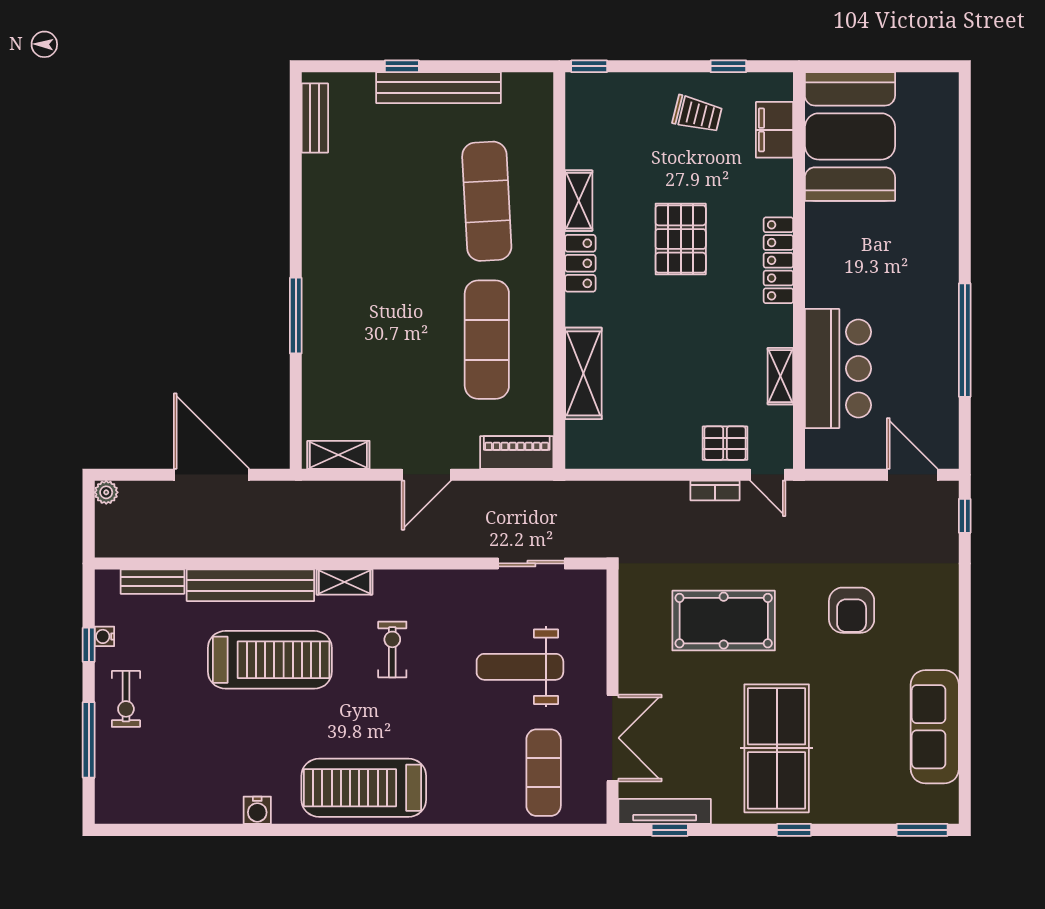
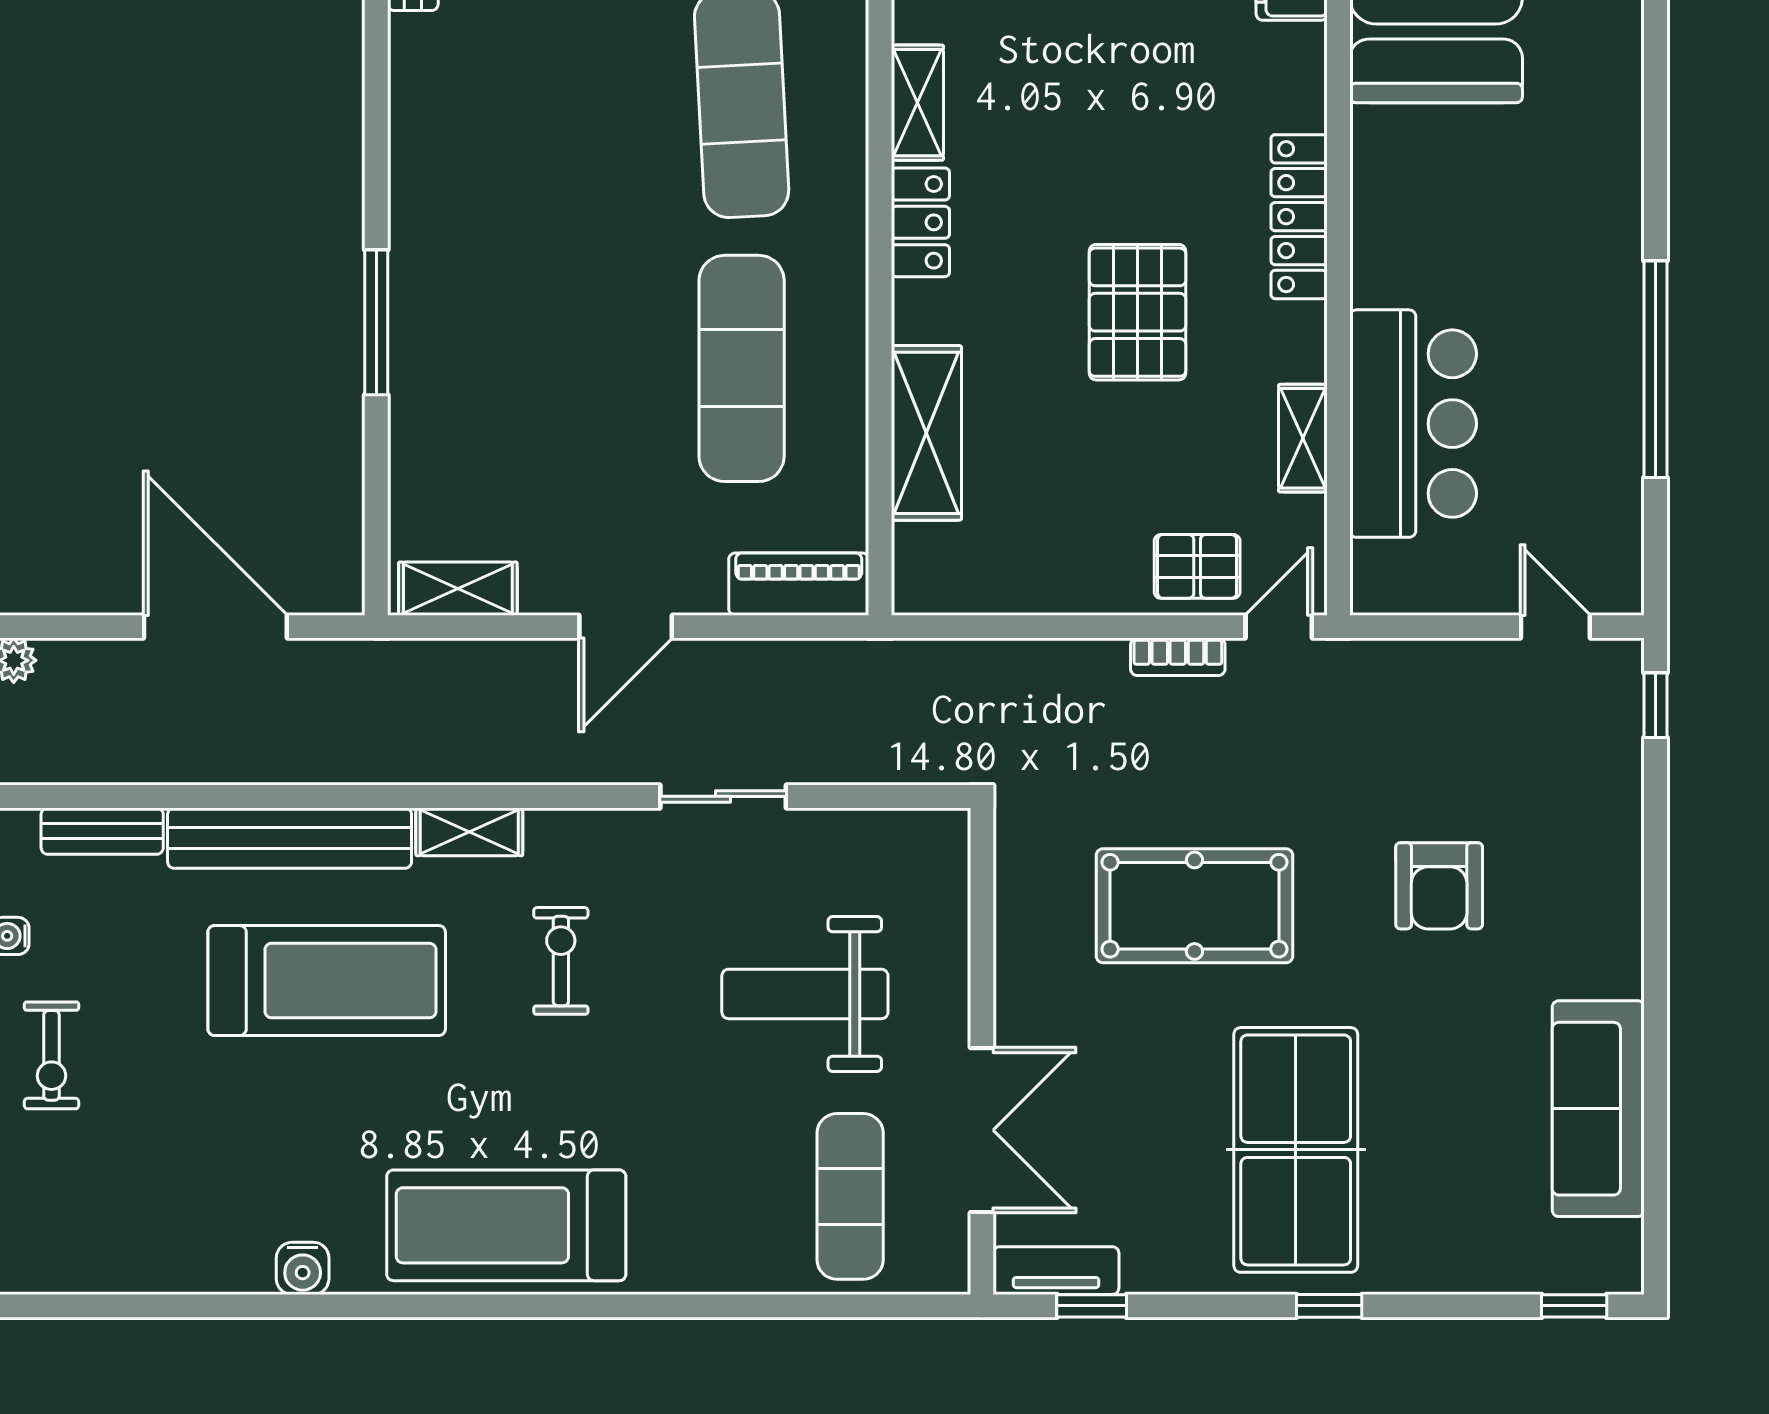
pallet: (681, 239) -> (1138, 312), moved
door: (768, 475) -> (1279, 627), swing flipped
door: (912, 475) -> (1555, 627), width x0.73
sliding door: (531, 563) -> (723, 796), moved
tv unit: (665, 811) -> (1056, 1271), width x0.71
window: (922, 830) -> (1574, 1306), width x0.67

